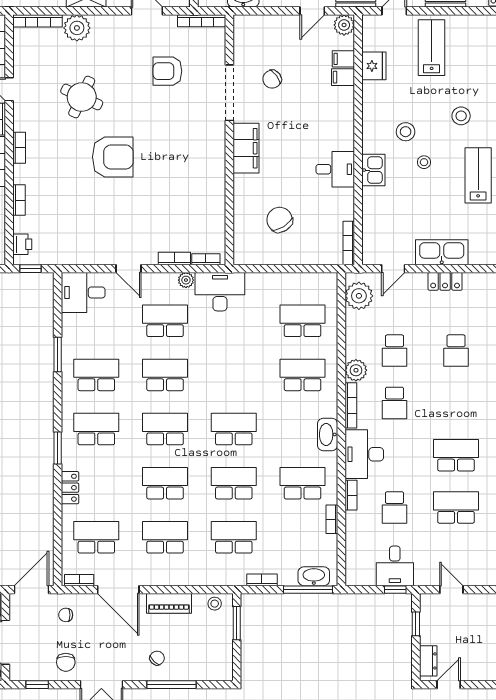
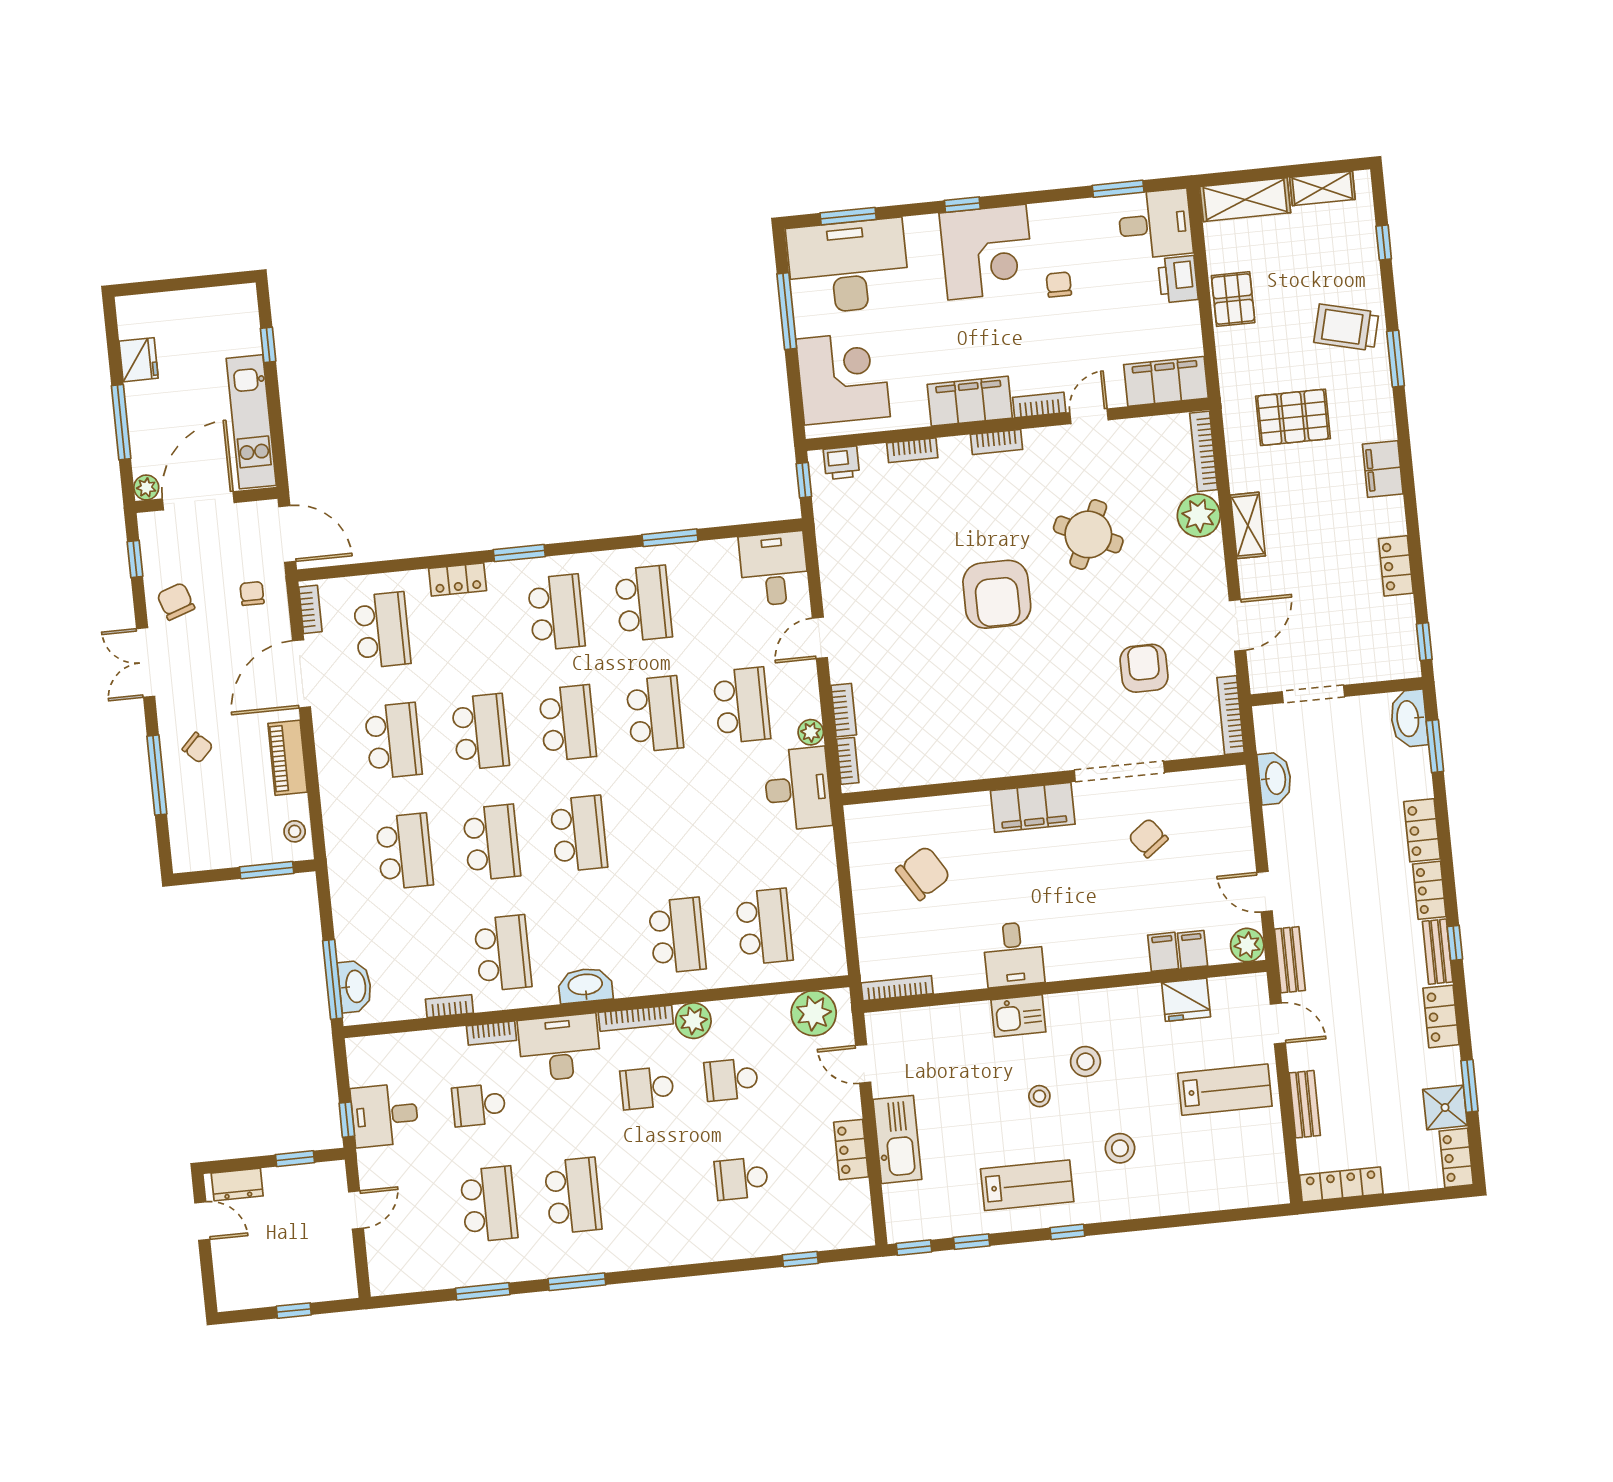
bookcase: (262, 580) -> (341, 904), removed
chair: (66, 662) -> (176, 601), turned 71

